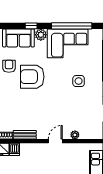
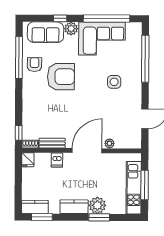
armchair: (32, 77) -> (61, 77), turned 180
door: (55, 141) -> (87, 151), width x1.88
dishwasher: (15, 149) -> (57, 160), moved

